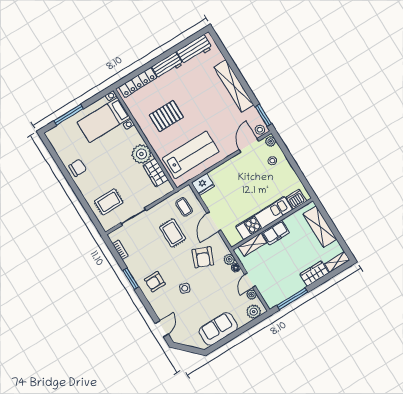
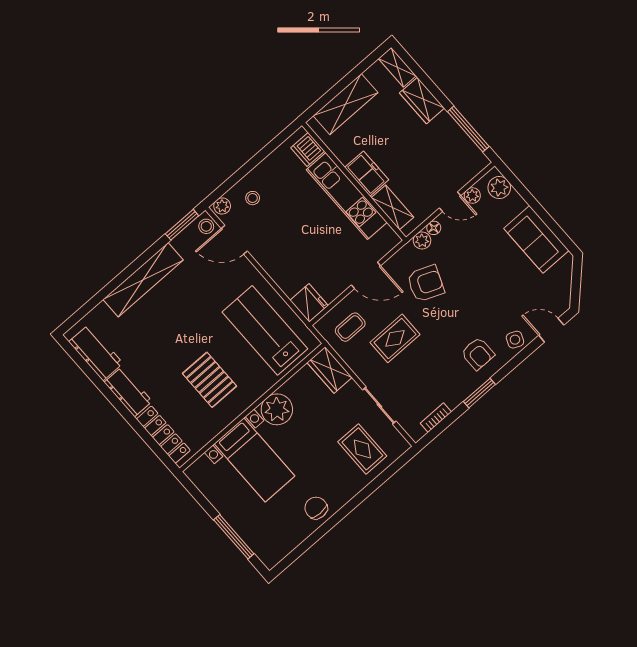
bed with nightstands: (104, 120) -> (254, 460), moved
wardrobe: (156, 173) -> (330, 370), moved, turned 90
side table: (185, 288) -> (515, 340), moved

